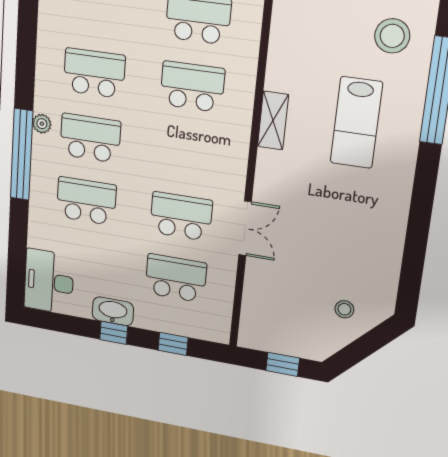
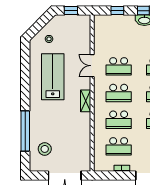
shelving: (273, 120) -> (86, 101), moved
lab bench: (356, 123) -> (53, 77), moved, width x1.36, depth x1.39
school desk: (176, 278) -> (119, 93), moved

